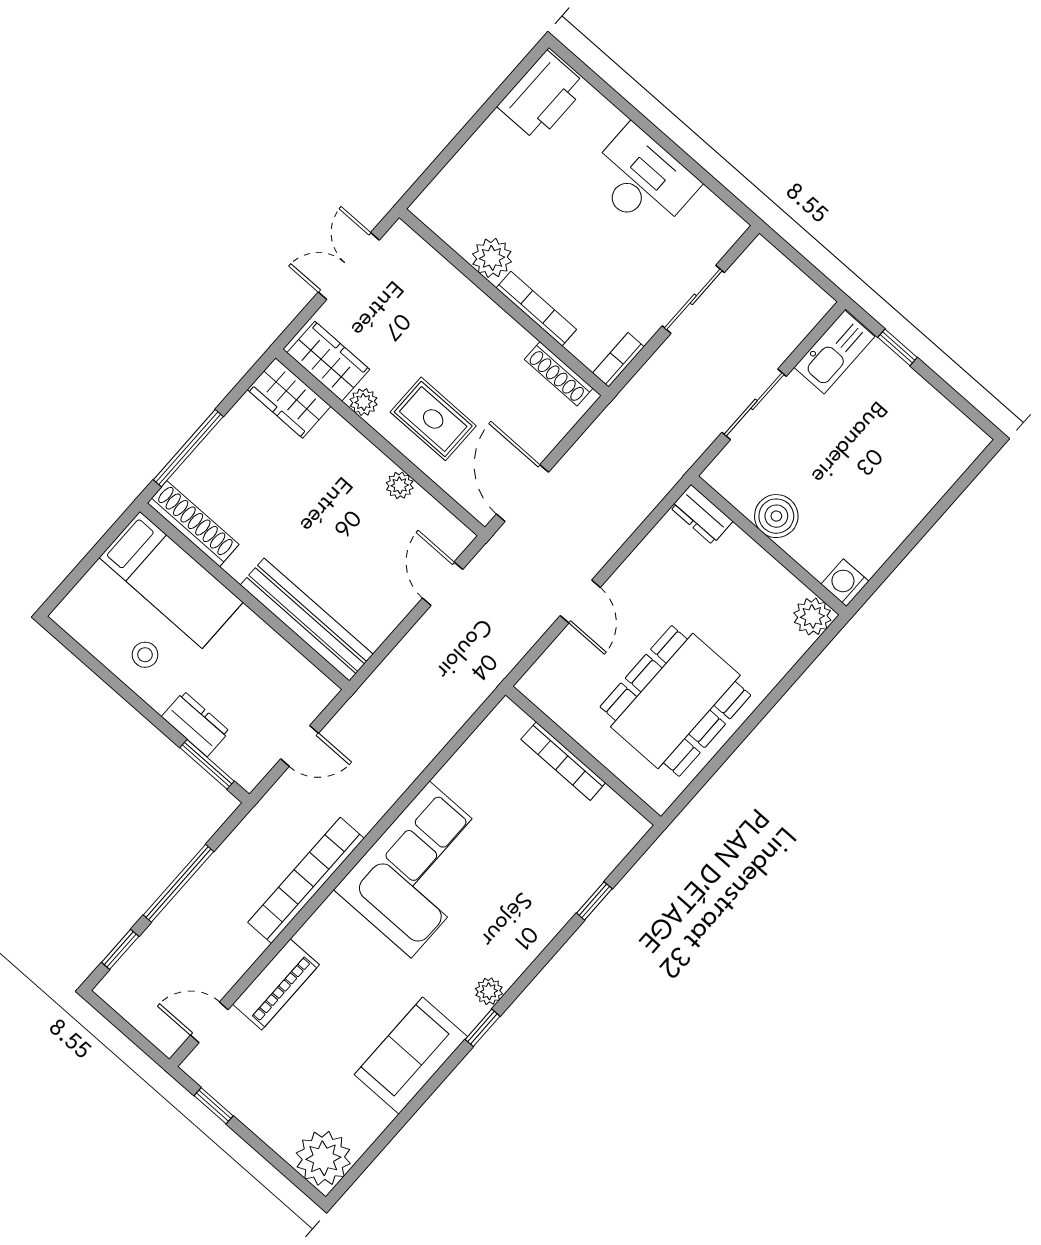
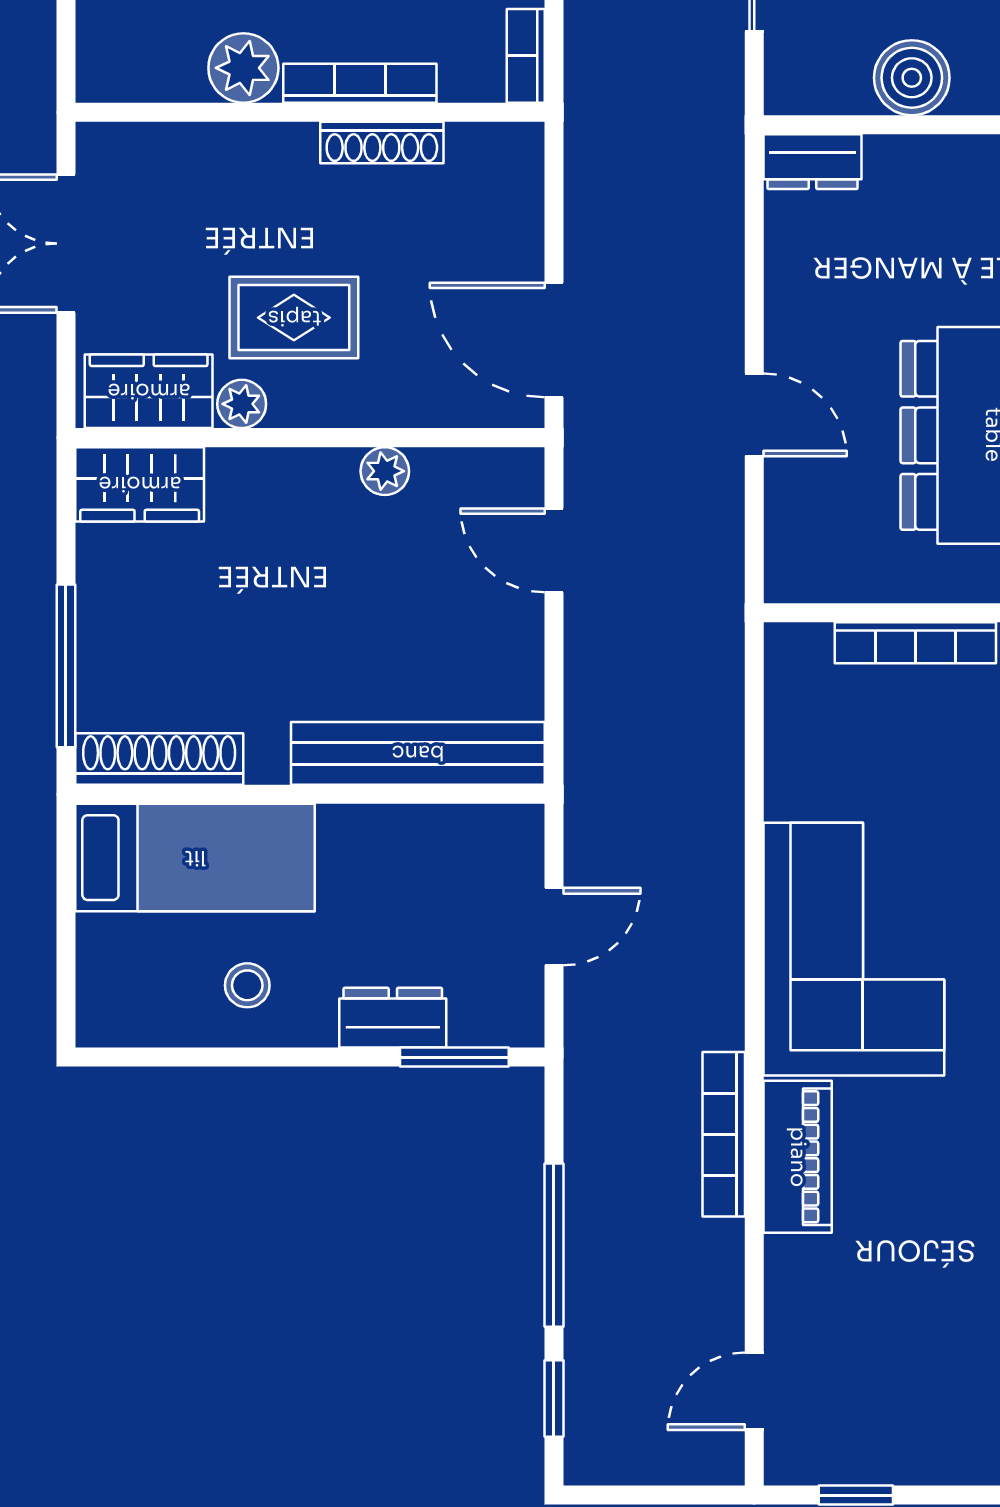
shoe rack: (559, 374) -> (382, 143), moved
rug: (433, 419) -> (294, 318), moved
bookcase: (306, 880) -> (724, 1134), width x0.68, depth x0.76
piano: (276, 984) -> (798, 1157), moved

